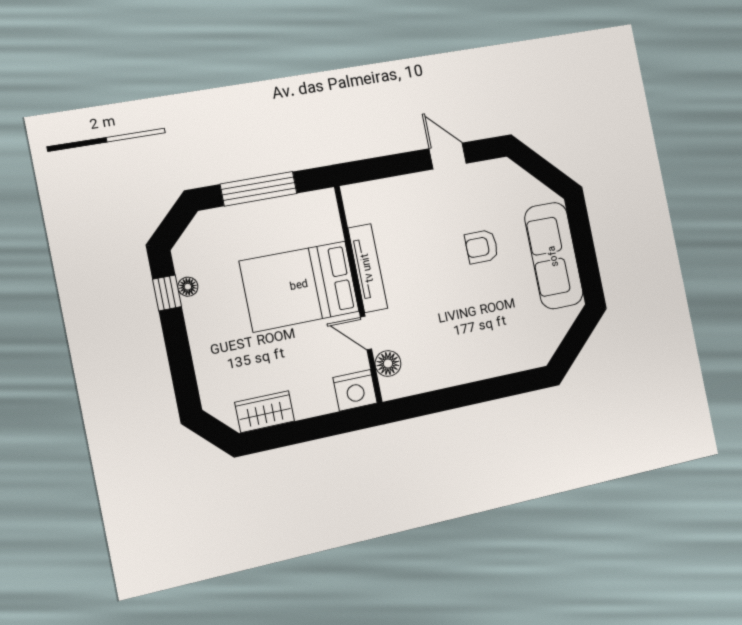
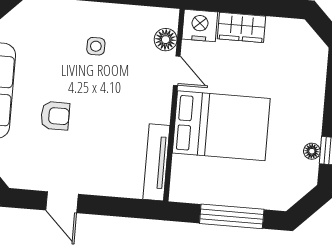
tv unit: (368, 268) -> (156, 162), moved
side table: (460, 334) -> (96, 46), added
wardrobe: (265, 412) -> (242, 27), moved

